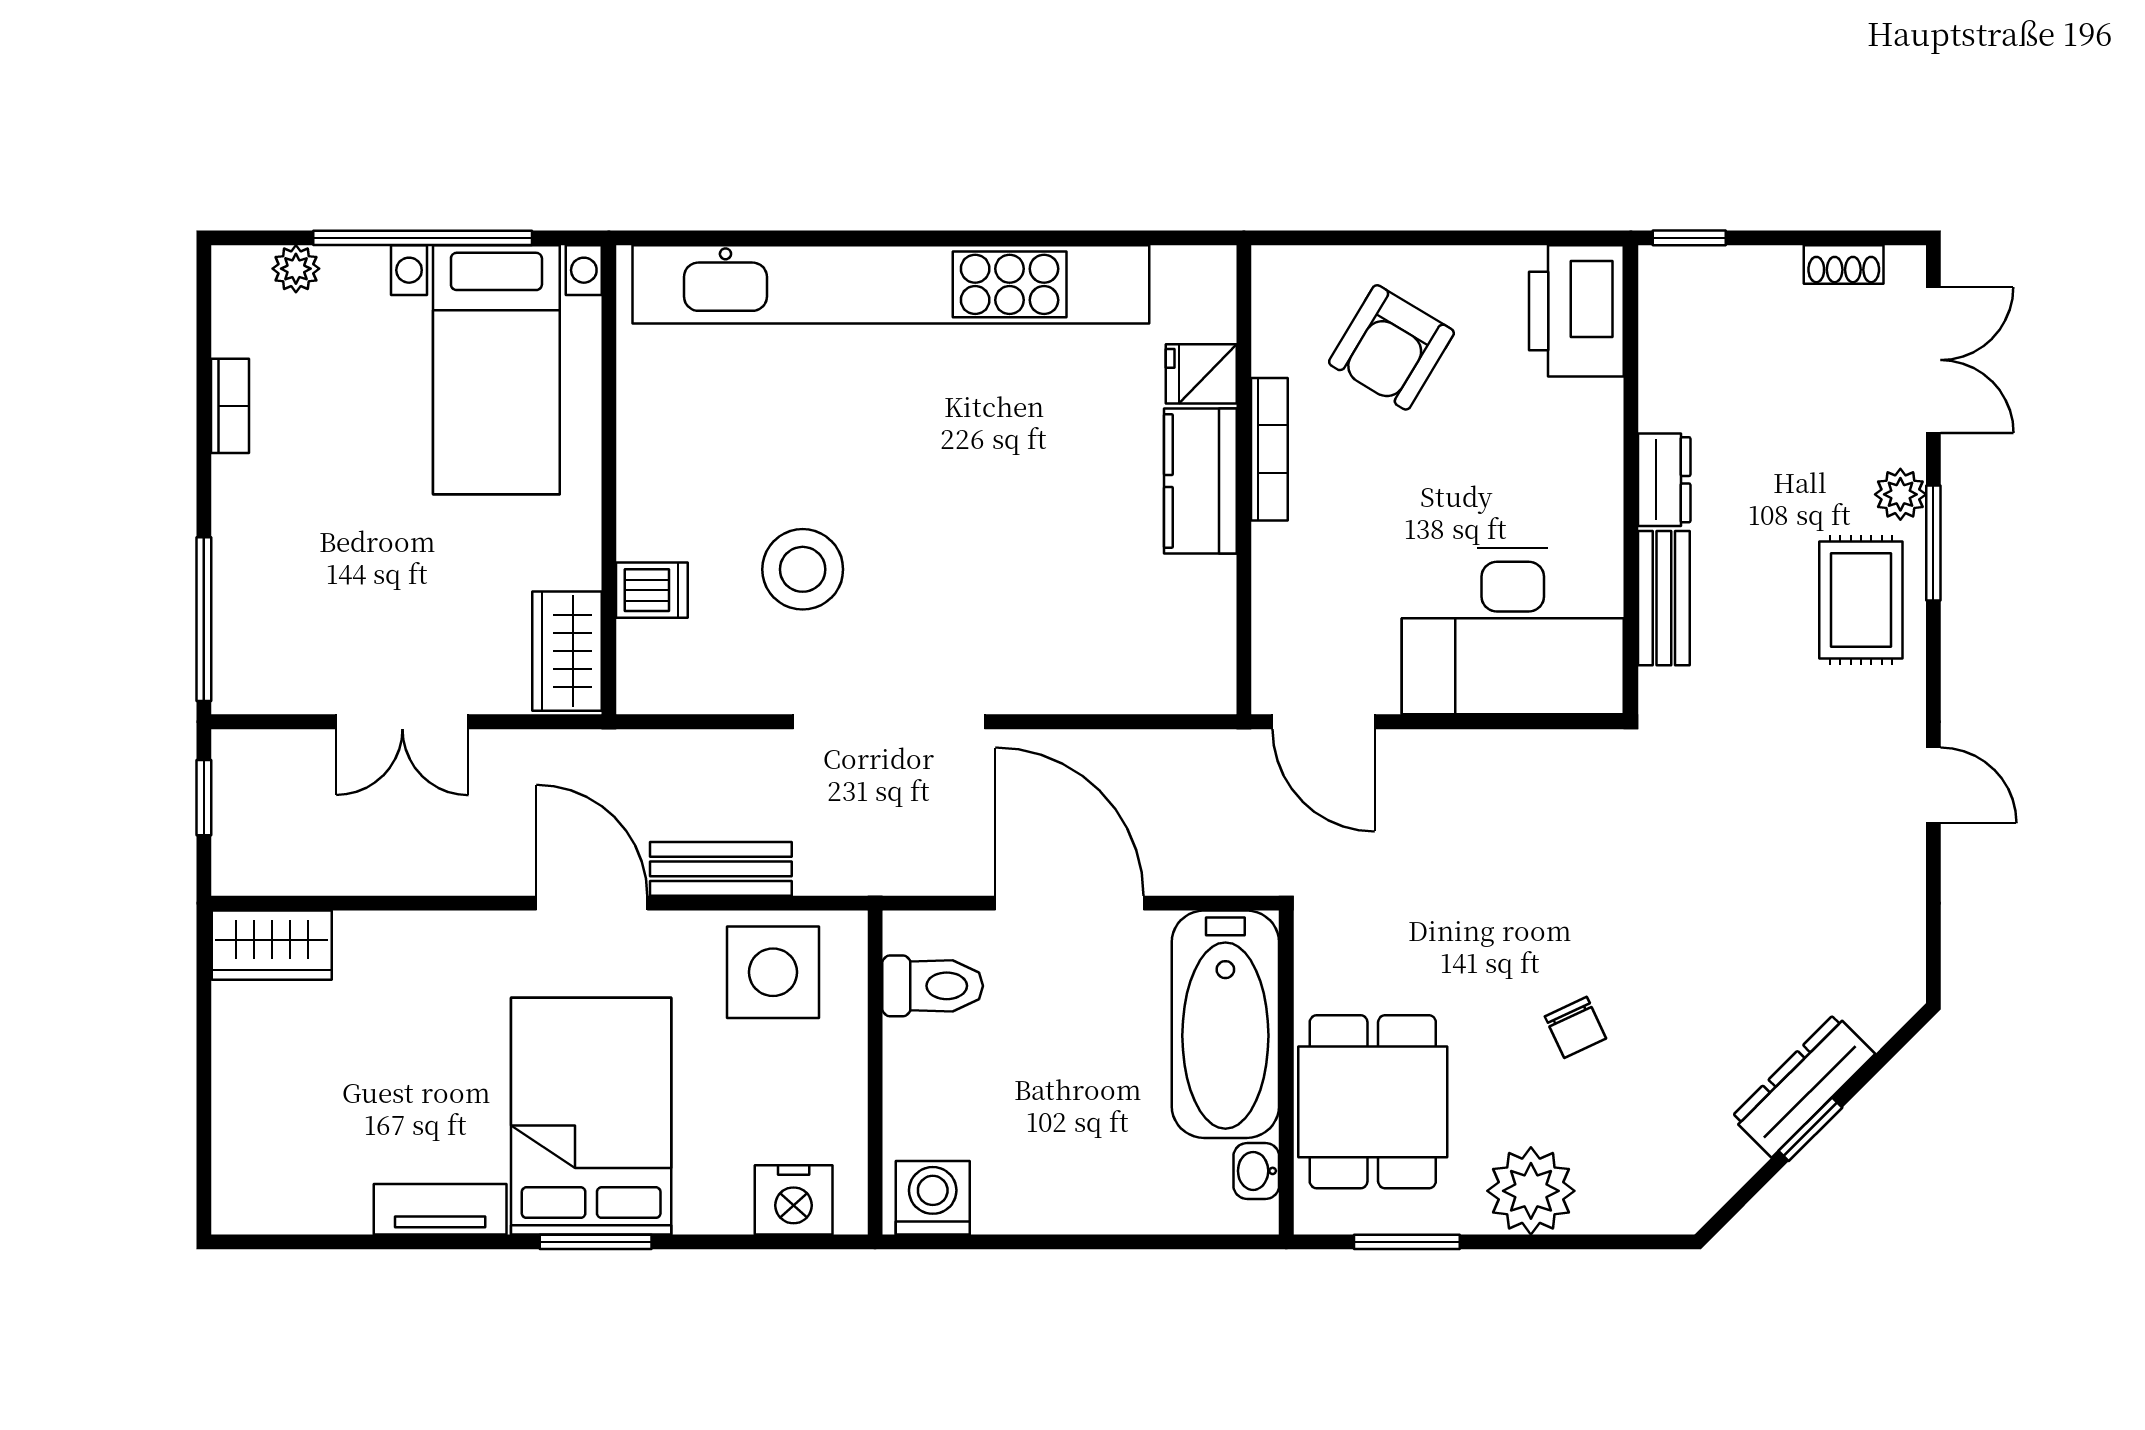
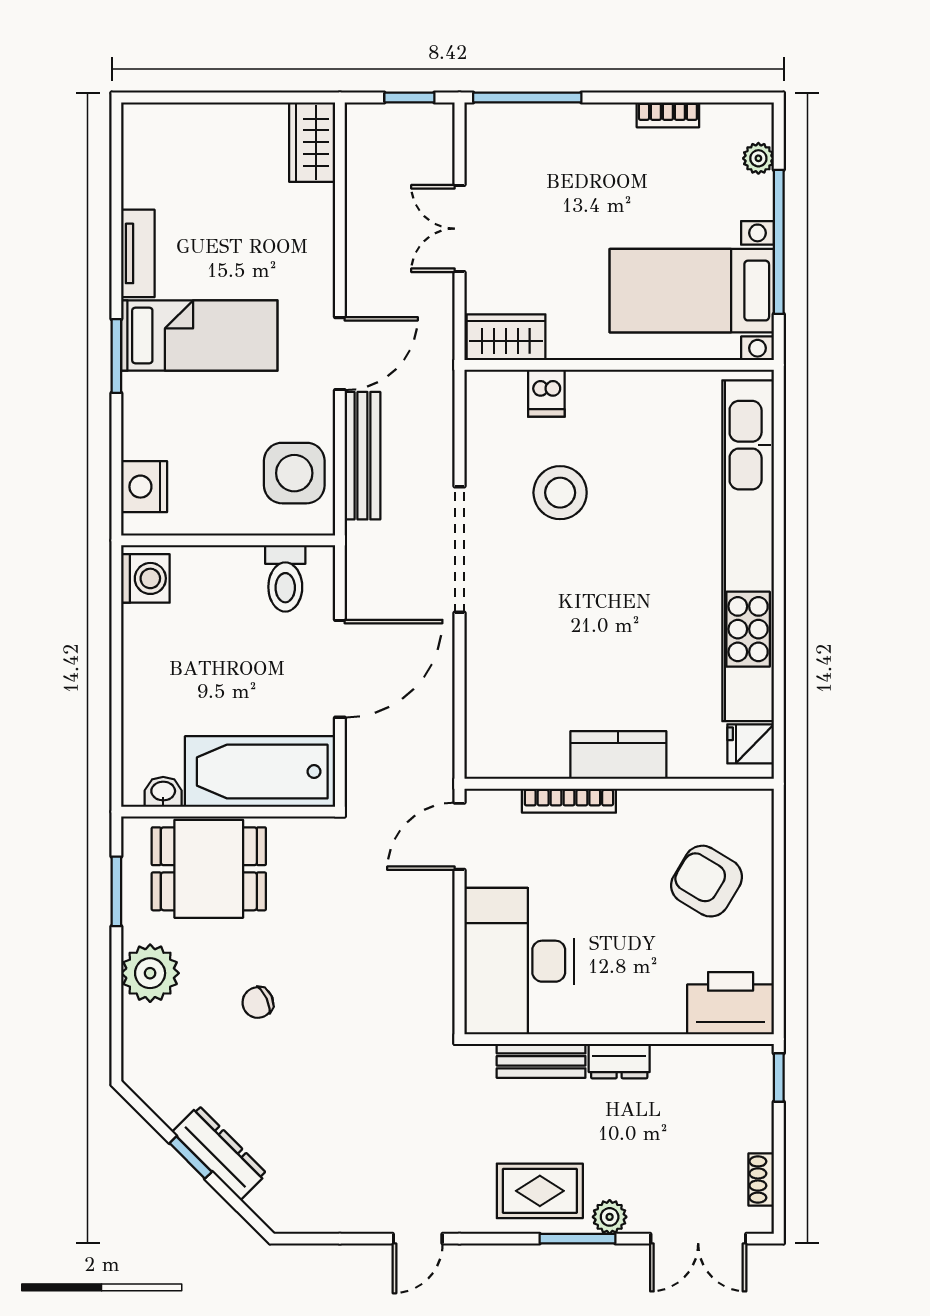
fridge: (1201, 374) -> (751, 744), moved, turned -90
bookcase: (1269, 449) -> (569, 801), moved
bench: (721, 869) -> (362, 456), width x1.36
bed: (591, 1116) -> (199, 335), width x0.67

